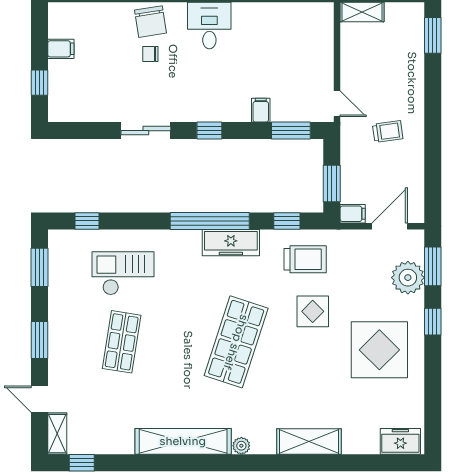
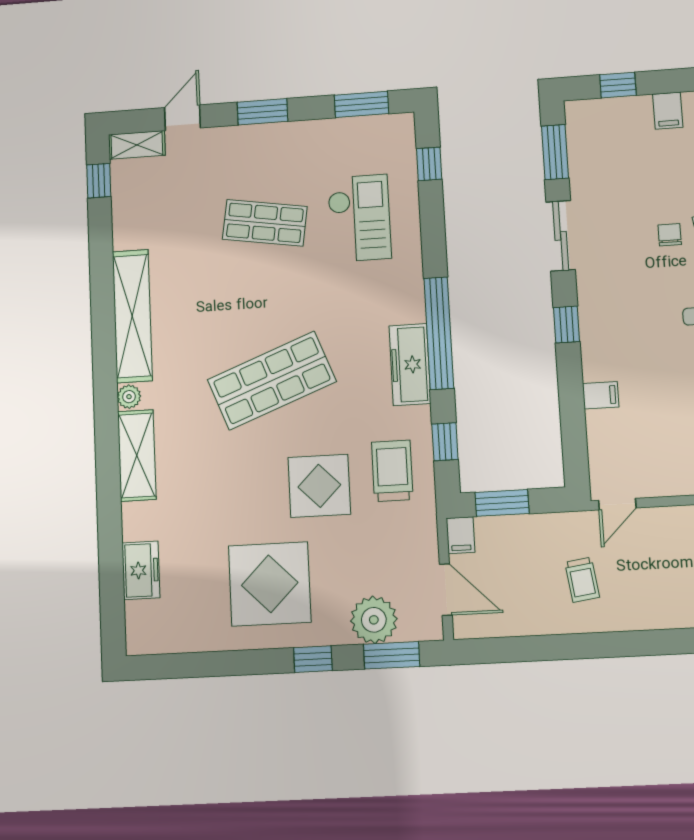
window: (291, 131) -> (555, 152), moved
trolley: (305, 259) -> (392, 471), turned 180
display table: (313, 311) -> (319, 486), width x1.36, depth x1.36
shop shelf: (236, 342) -> (272, 381), turned -39
freezer: (400, 441) -> (141, 570), moved
shelving: (309, 442) -> (137, 455), moved

